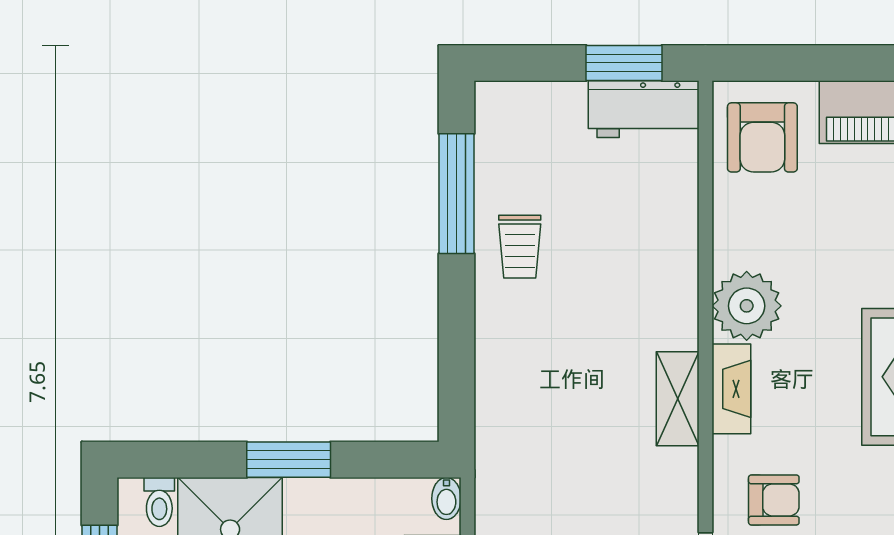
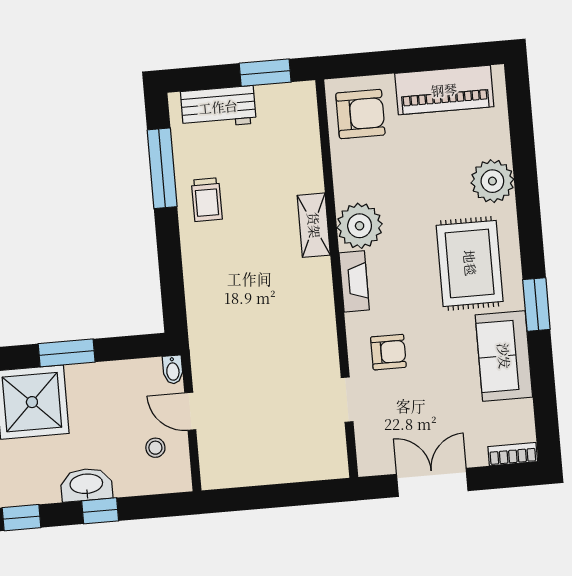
workbench: (644, 109) -> (218, 107), moved
armchair: (762, 137) -> (360, 114), turned -90
shelving: (678, 399) -> (314, 225), moved

